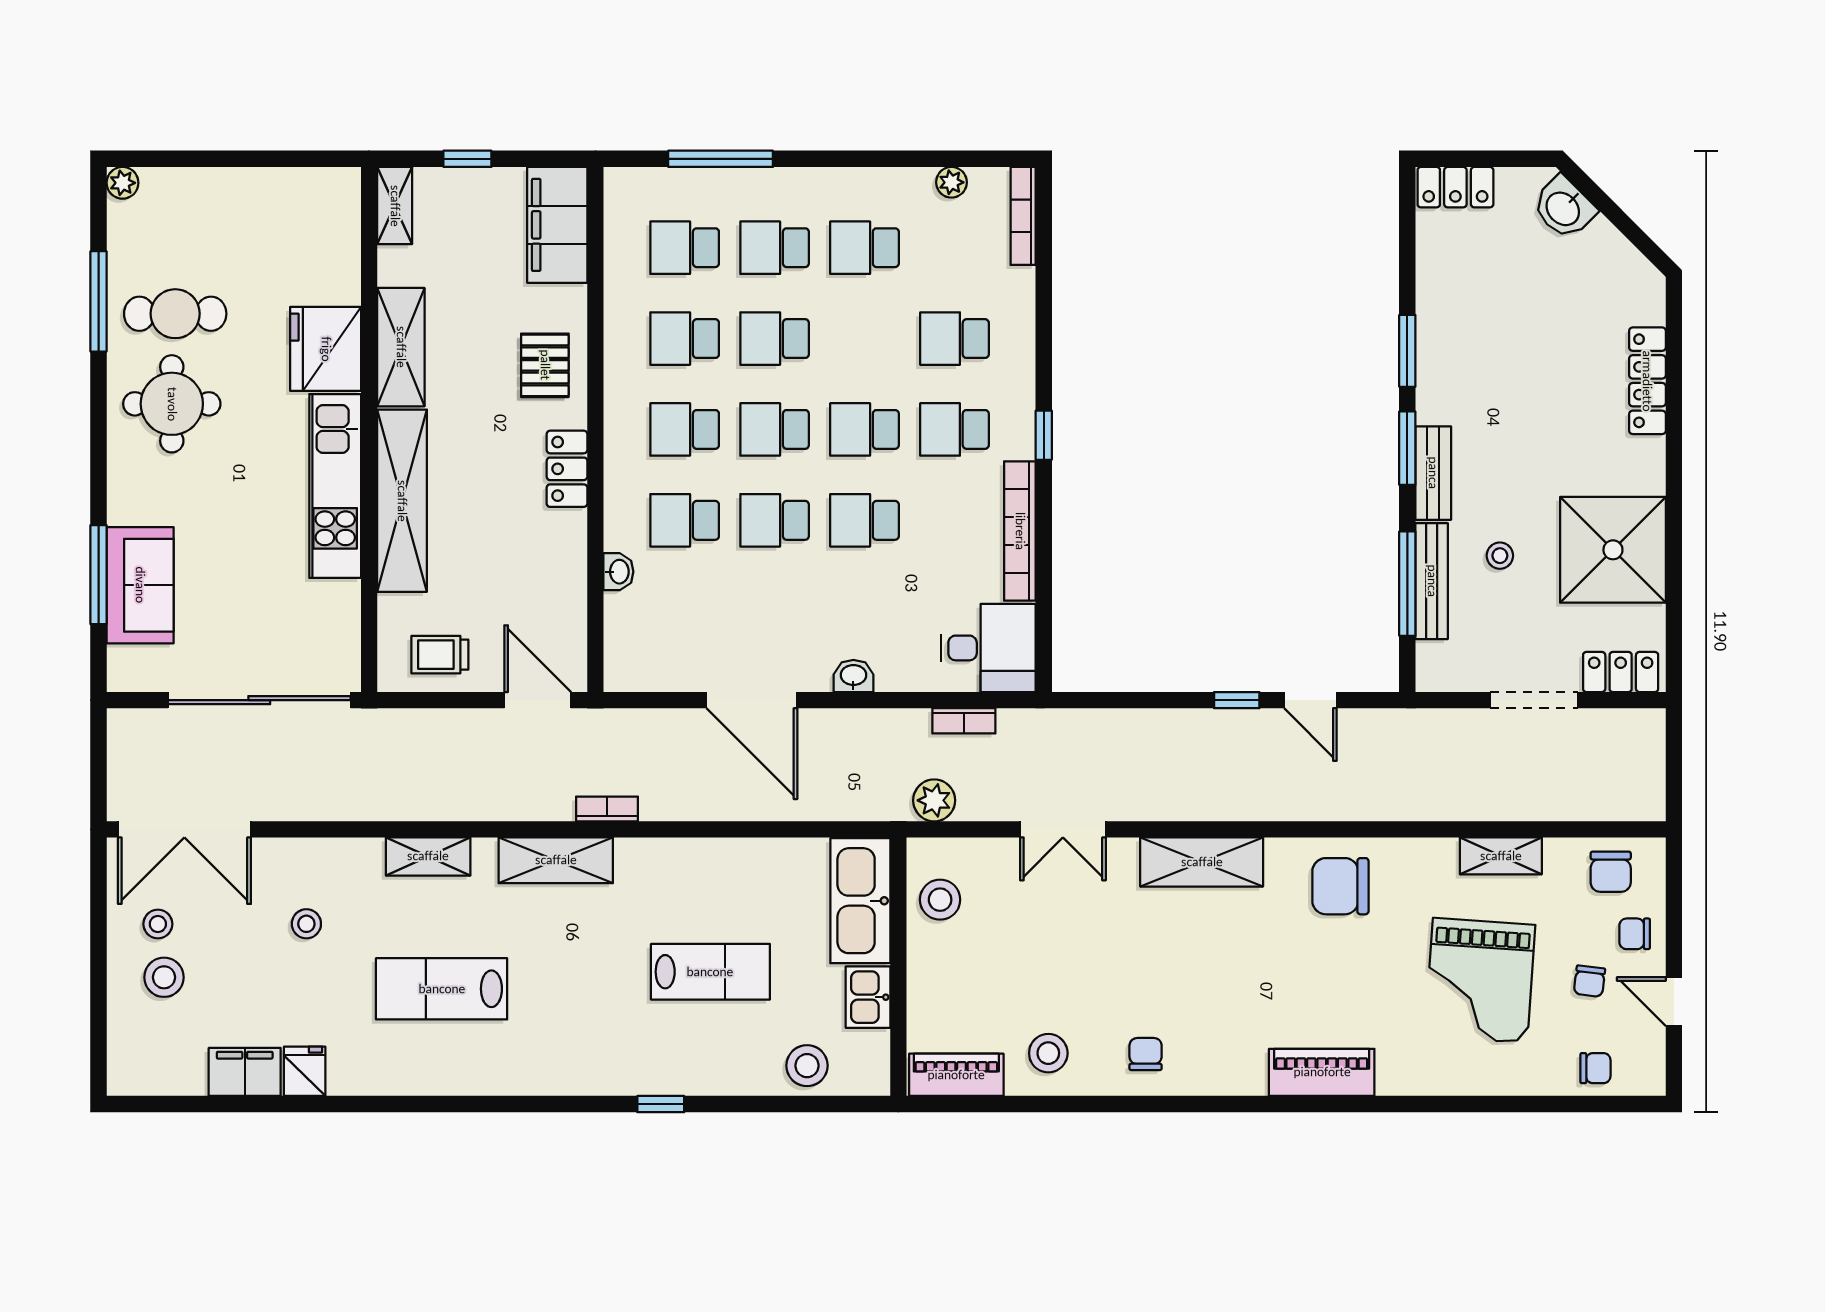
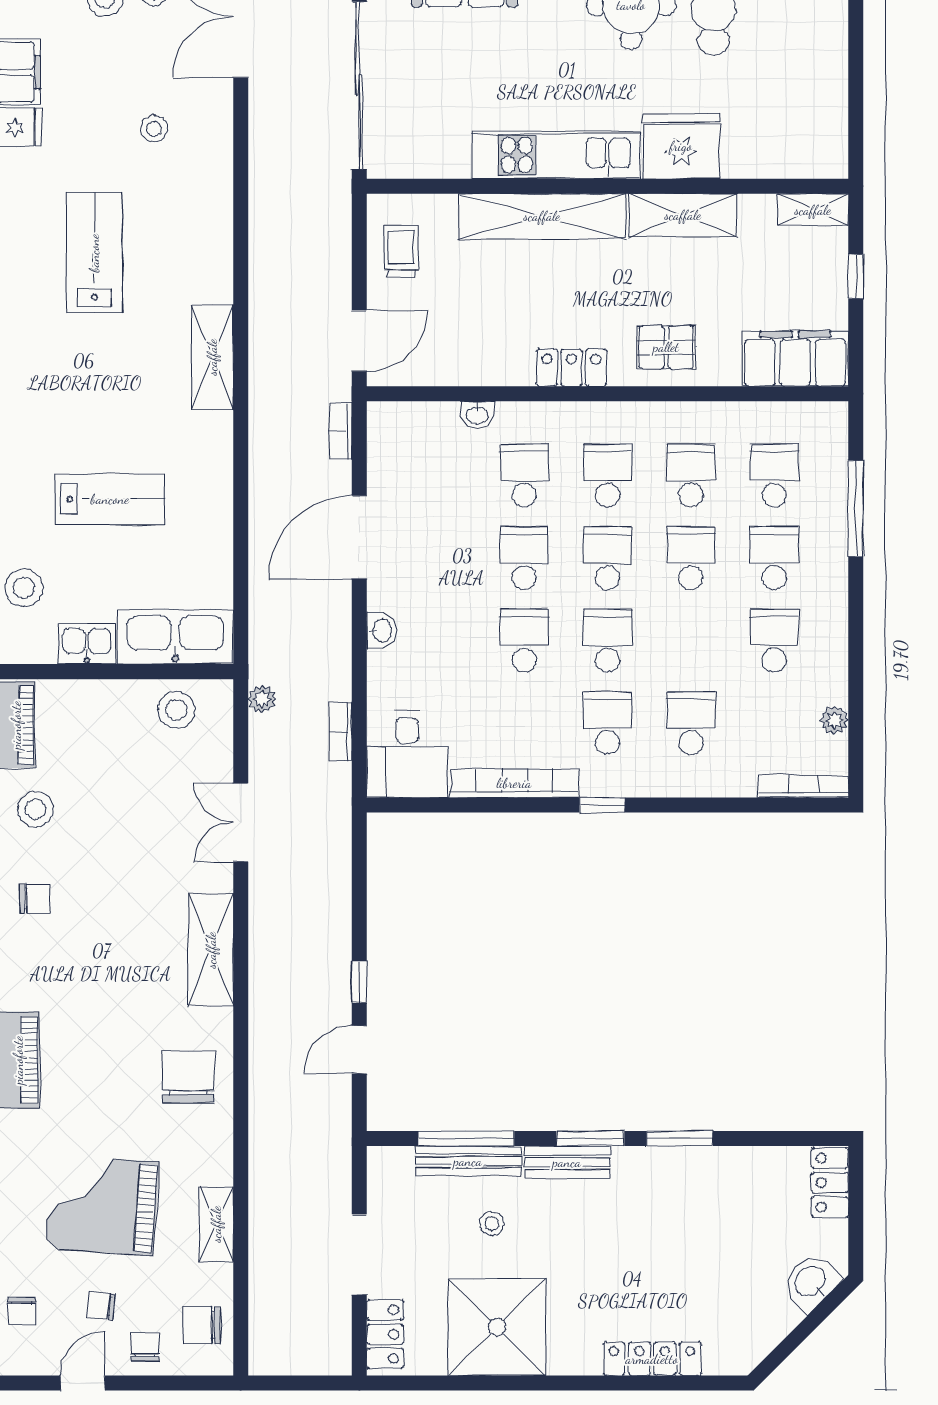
plant: (934, 800) -> (262, 699), width x0.73, depth x0.73
bookcase: (607, 809) -> (341, 431), moved, turned 180
shelving: (428, 856) -> (216, 240), removed
lab bench: (710, 972) -> (110, 499), turned -90

